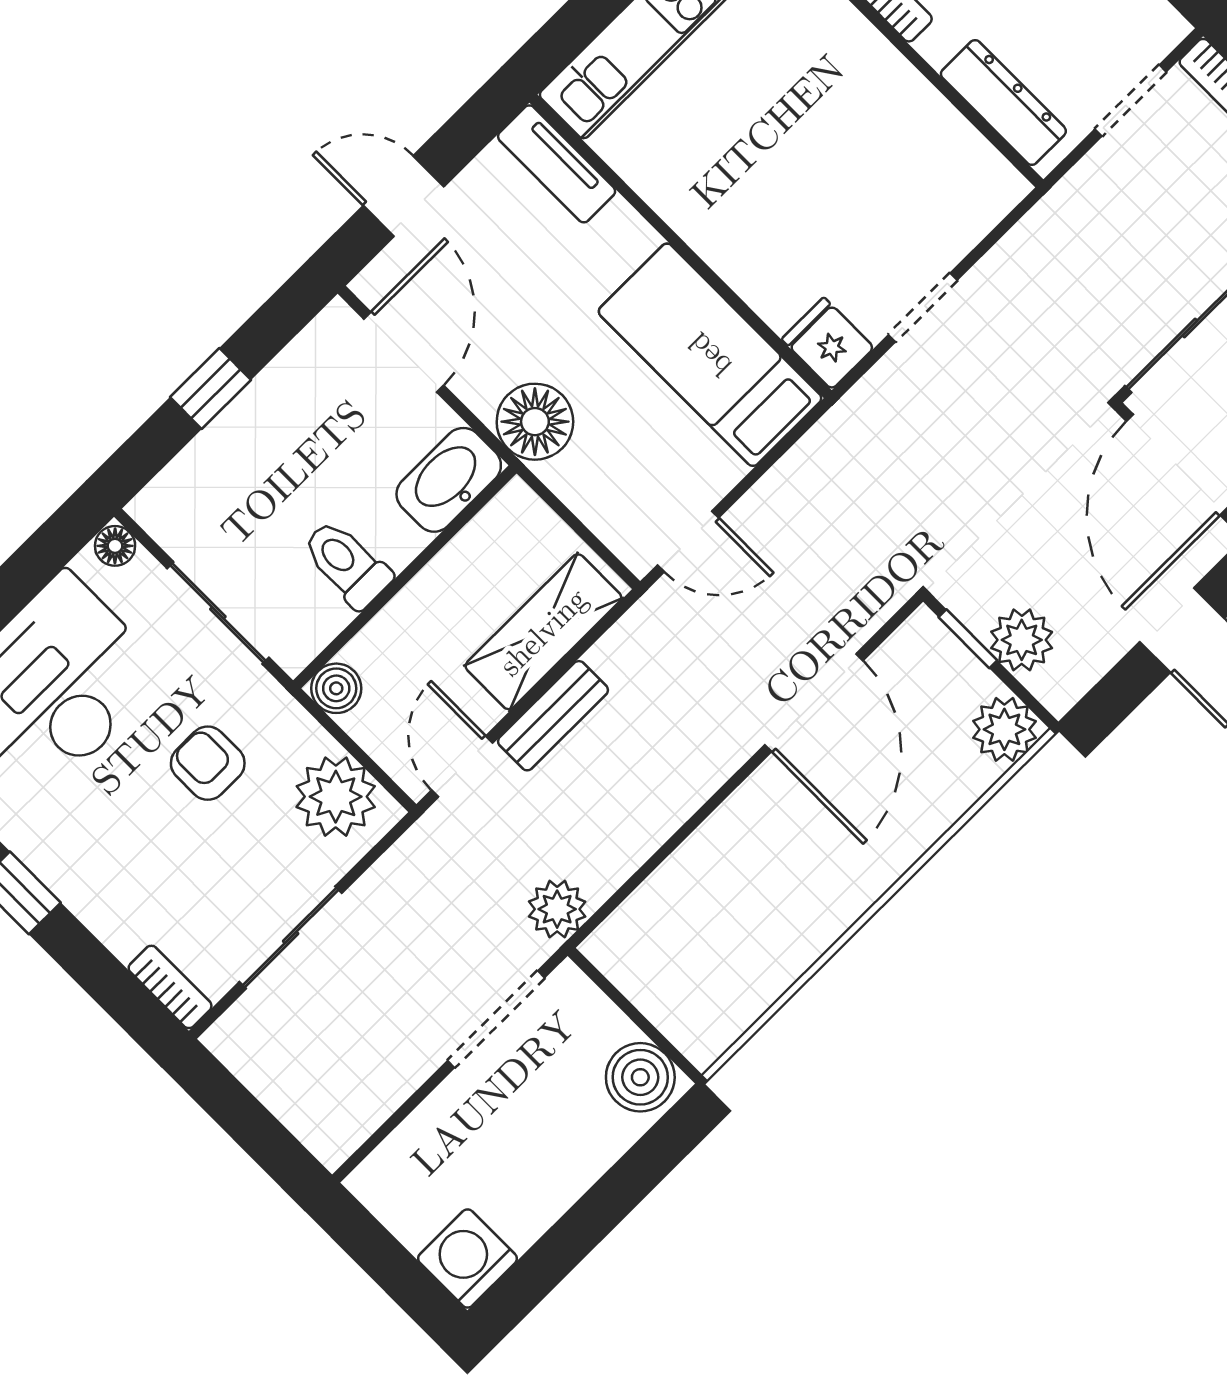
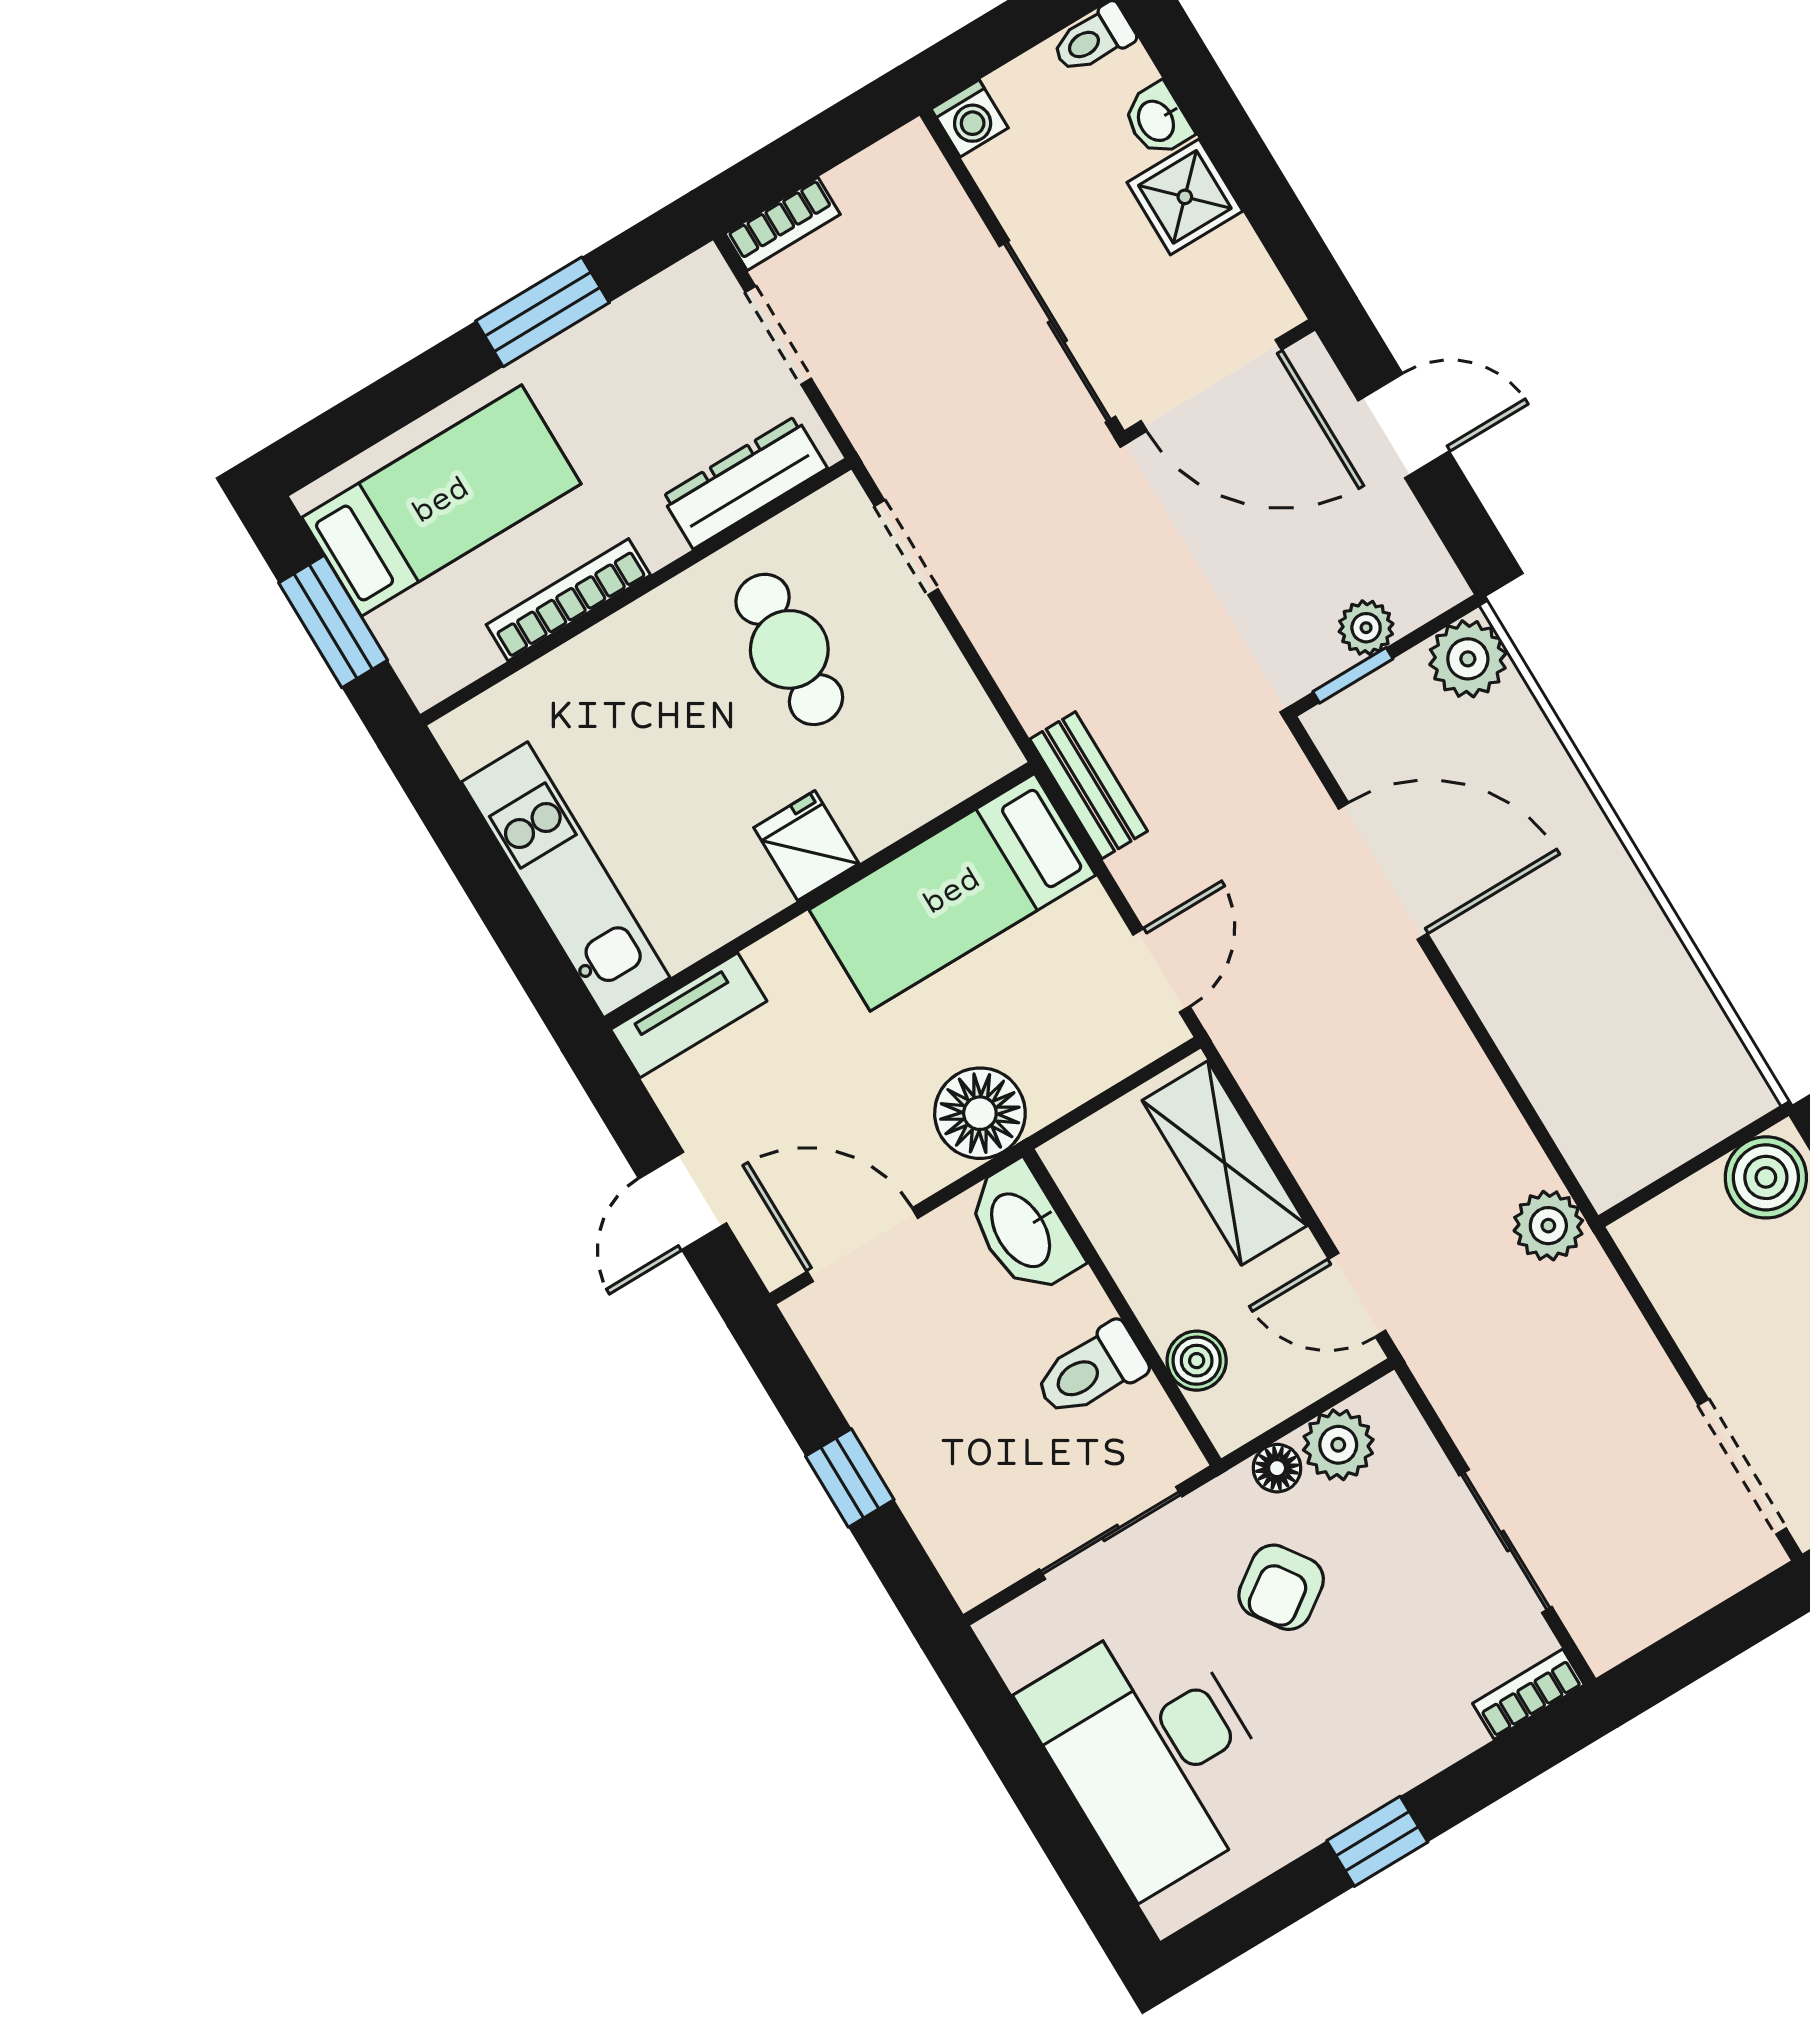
cafe table: (876, 173) -> (789, 649), added
doorway: (923, 308) -> (906, 548), moved
fridge: (828, 343) -> (806, 846), moved, turned 90
floor lamp: (115, 546) -> (1277, 1468), moved
plant: (1022, 640) -> (1366, 628), width x0.73, depth x0.73
boiler: (336, 688) -> (1197, 1361), moved
bench: (553, 716) -> (1089, 785), moved
armchair: (208, 763) -> (1281, 1587), turned -35
plant: (336, 797) -> (1338, 1445), width x0.73, depth x0.73
doorway: (496, 1019) -> (1742, 1467), moved

